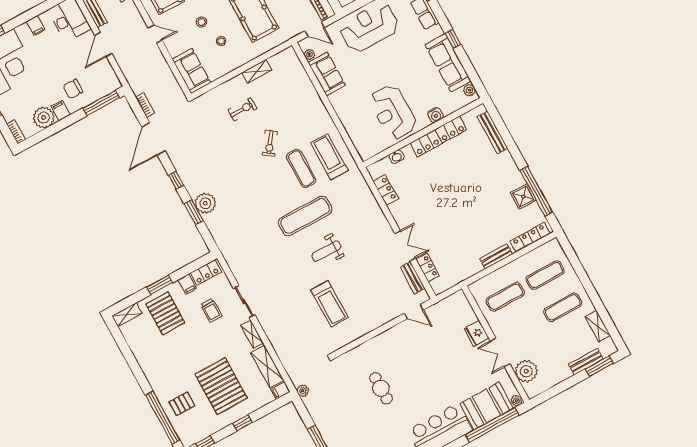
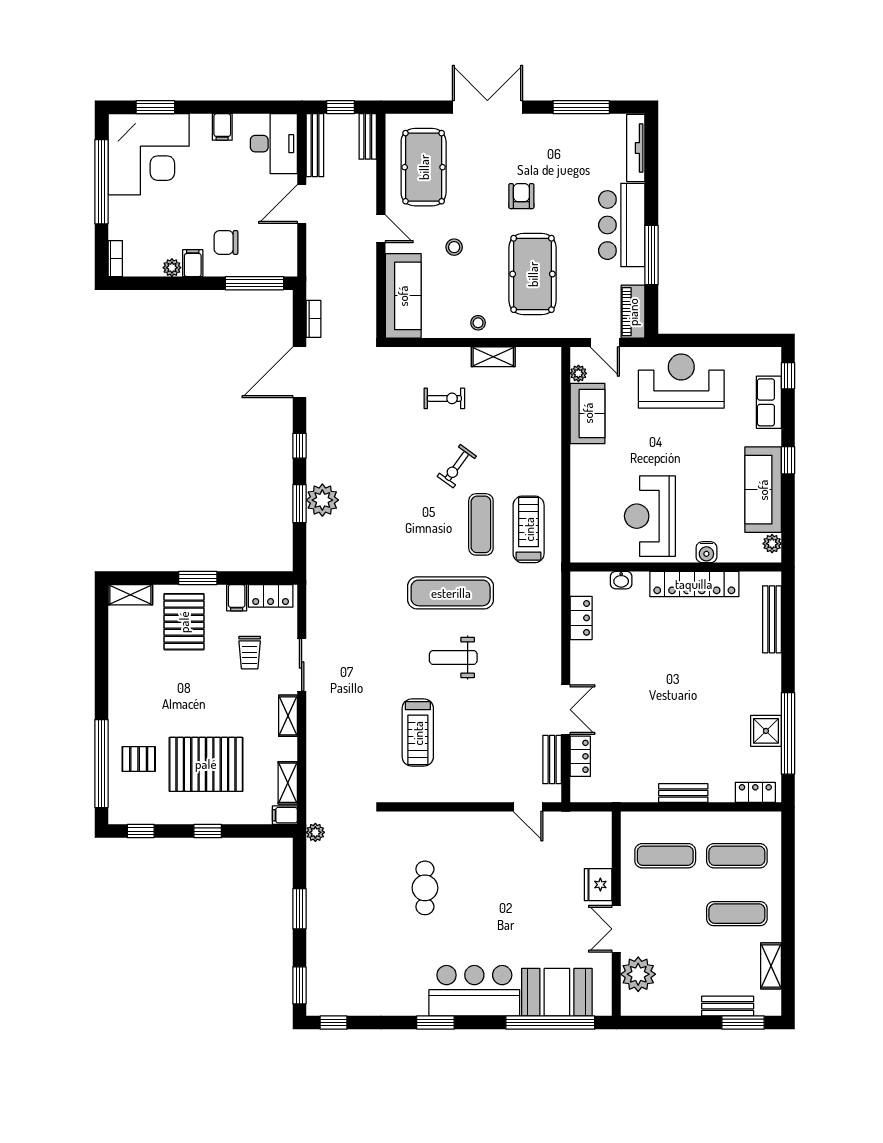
stool: (221, 41) -> (478, 323), moved
sofa: (192, 71) -> (403, 296), width x1.36
plant: (44, 118) -> (172, 268), width x0.53, depth x0.53
locker: (530, 237) -> (755, 792), width x0.66
shelving: (267, 367) -> (288, 783), width x0.67, depth x0.75
pallet: (221, 386) -> (206, 764), turned 90
plant: (516, 401) -> (603, 1007), removed

